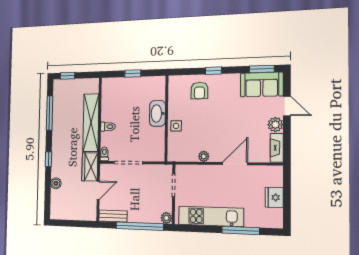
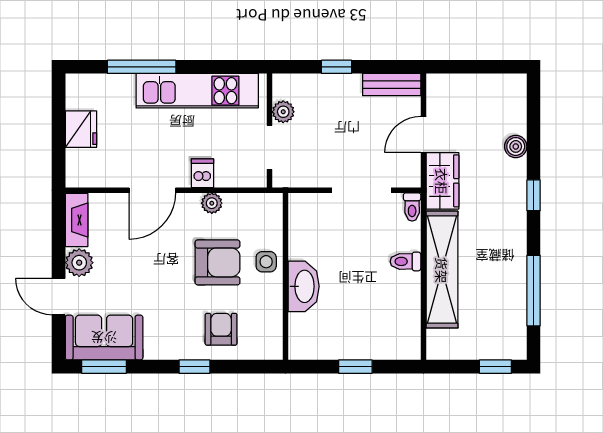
armchair: (201, 125) -> (218, 262), added
dishwasher: (208, 172) -> (202, 173), added
plant: (166, 218) -> (283, 112), moved
window: (140, 226) -> (336, 67), width x0.32

